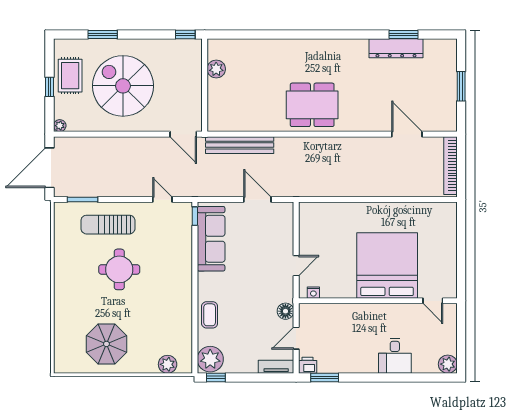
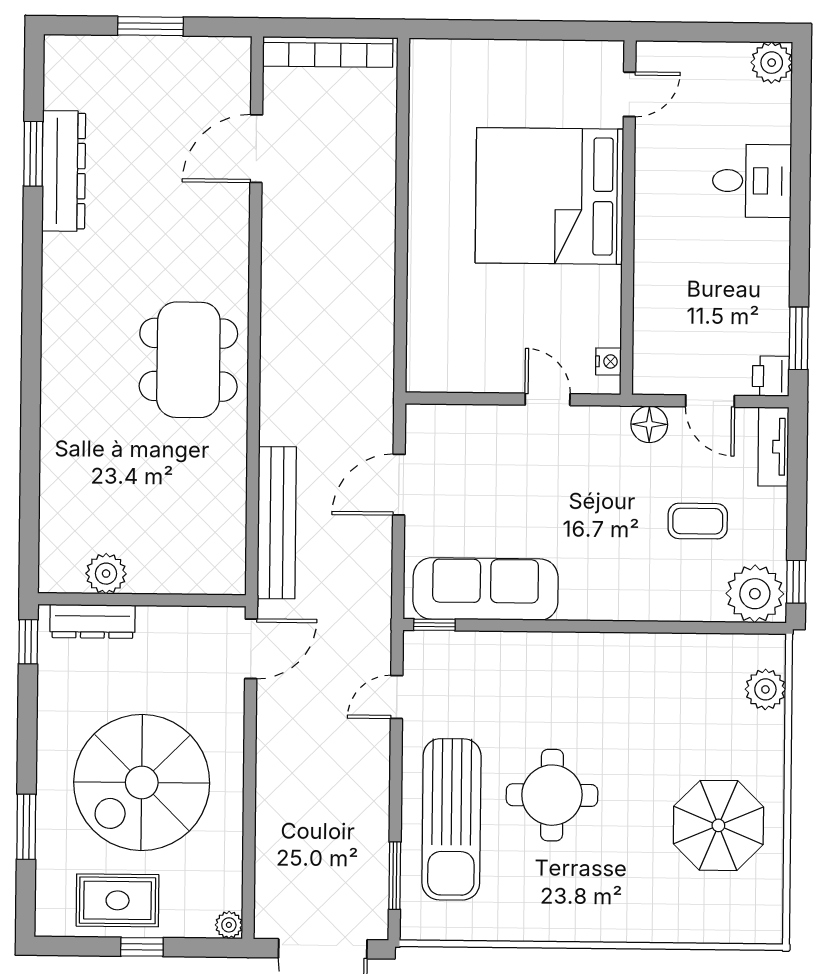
dresser: (195, 63) -> (93, 621), added
sun lounger: (108, 225) -> (451, 819), width x1.36, depth x1.34
coffee table: (210, 315) -> (698, 521), moved

